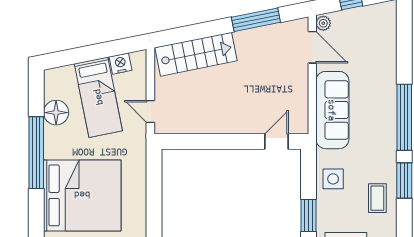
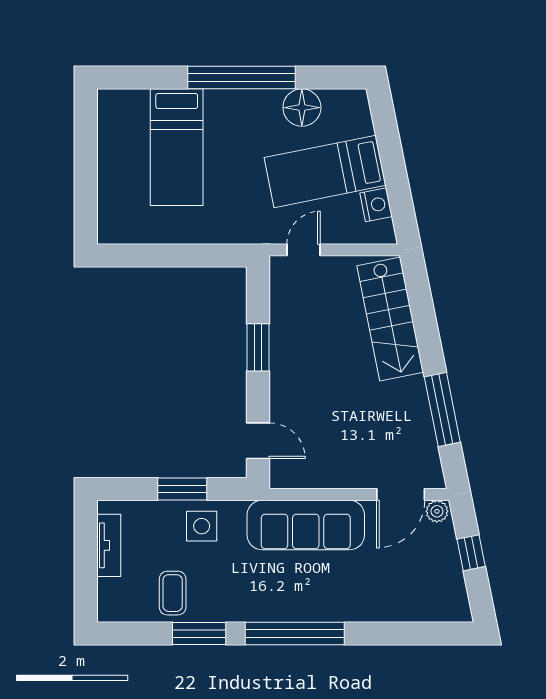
window: (215, 142) -> (258, 347), added
bed: (82, 195) -> (177, 147), width x0.49
coffee table: (377, 198) -> (173, 593), turned 90
window: (309, 215) -> (182, 489), moved

